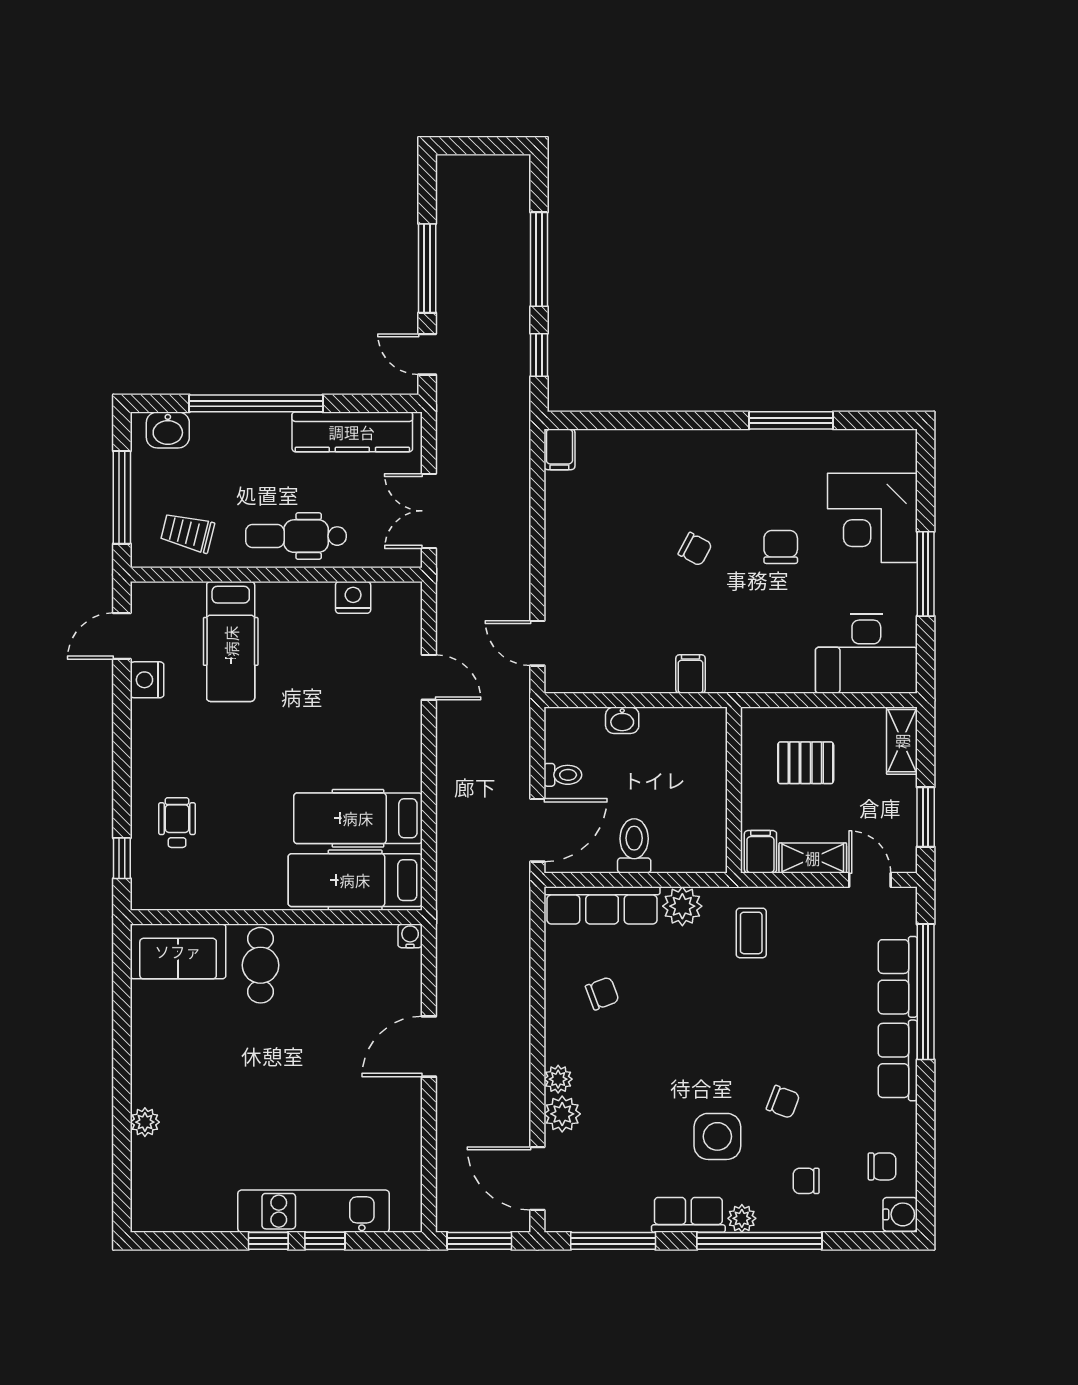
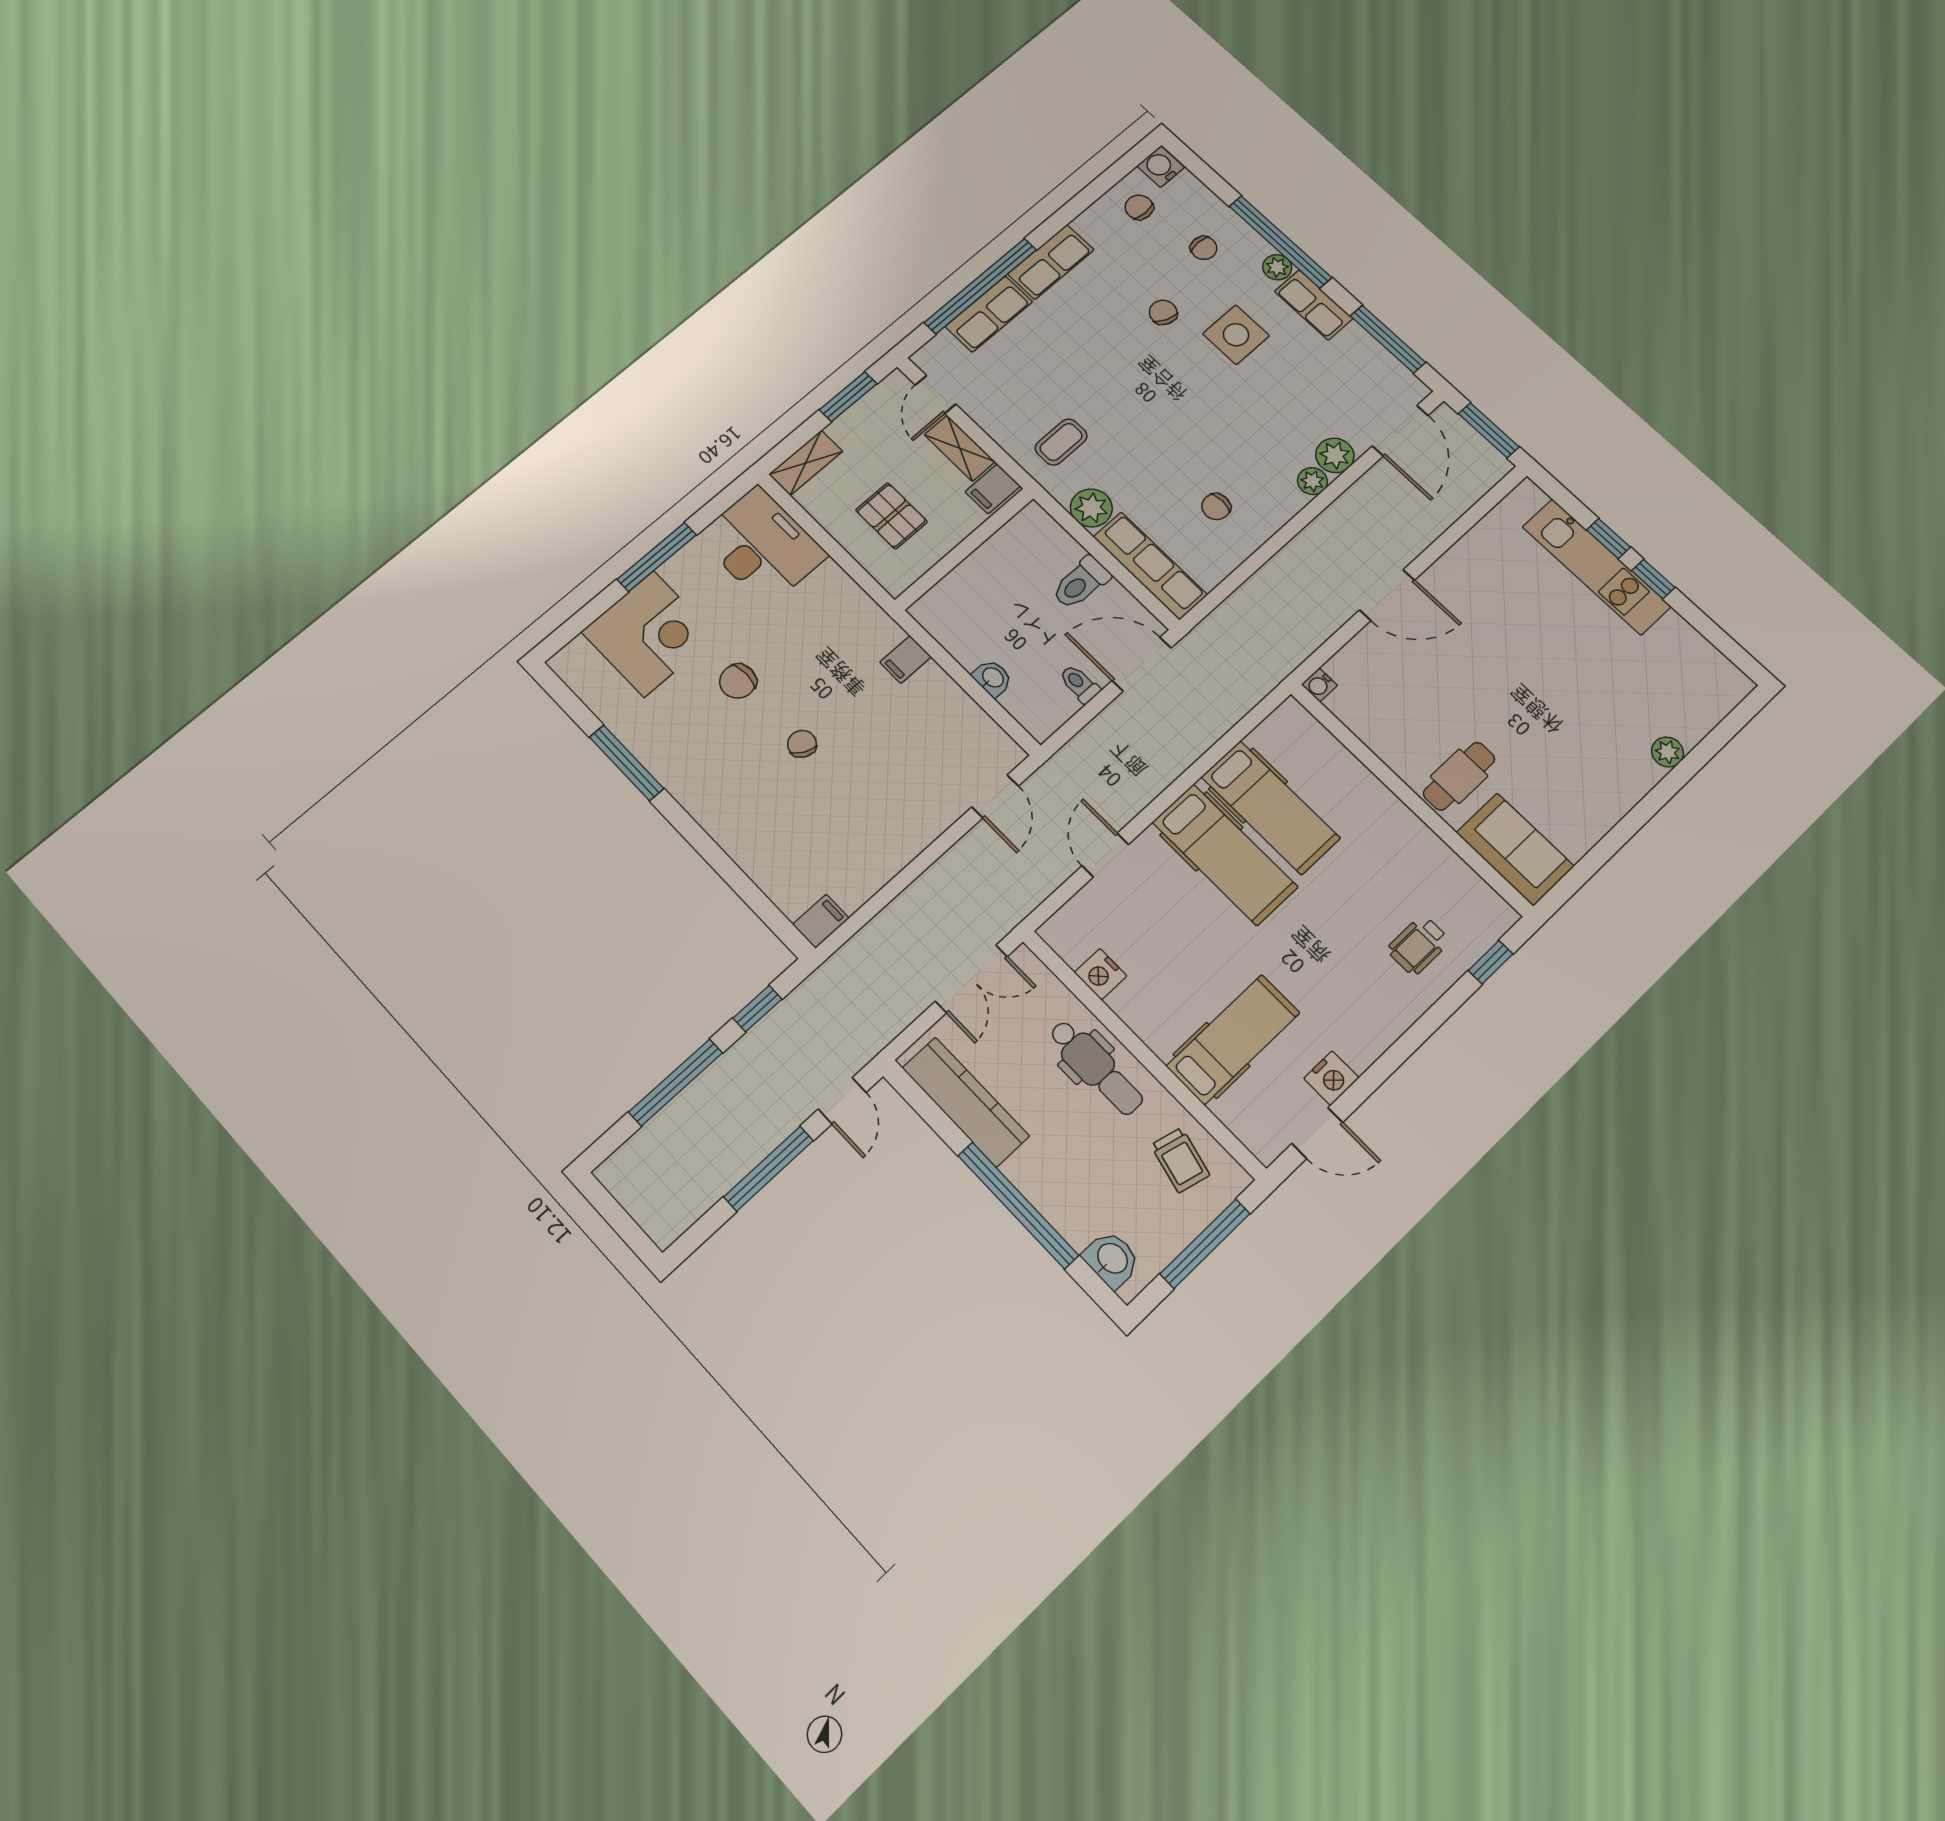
hospital bed: (355, 880) -> (1225, 854), moved
chair: (602, 993) -> (1216, 507), turned -69

